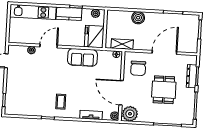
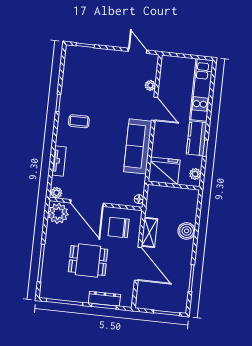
shelving: (122, 44) -> (149, 232), moved
sofa: (82, 57) -> (138, 146), width x1.36
door: (121, 93) -> (87, 203), swing flipped

